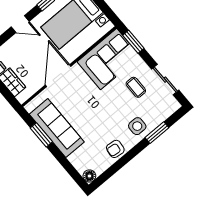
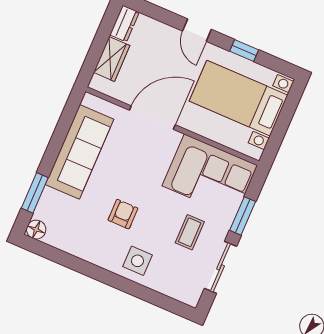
window: (133, 42) -> (243, 216), moved
window: (157, 133) -> (142, 292), removed
window: (41, 135) -> (35, 193), moved
armchair: (115, 149) -> (123, 214), moved, turned 83

